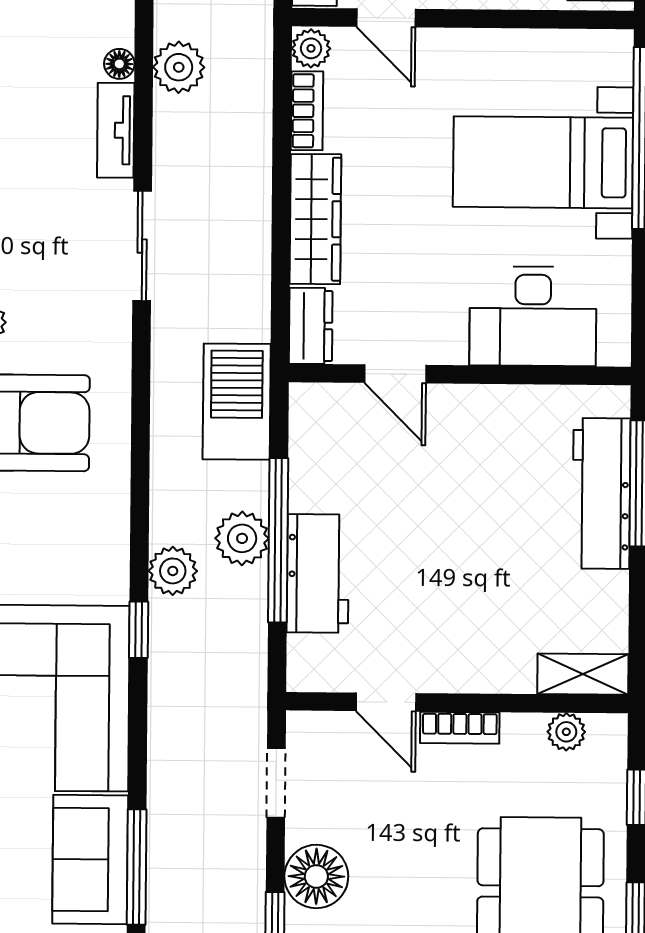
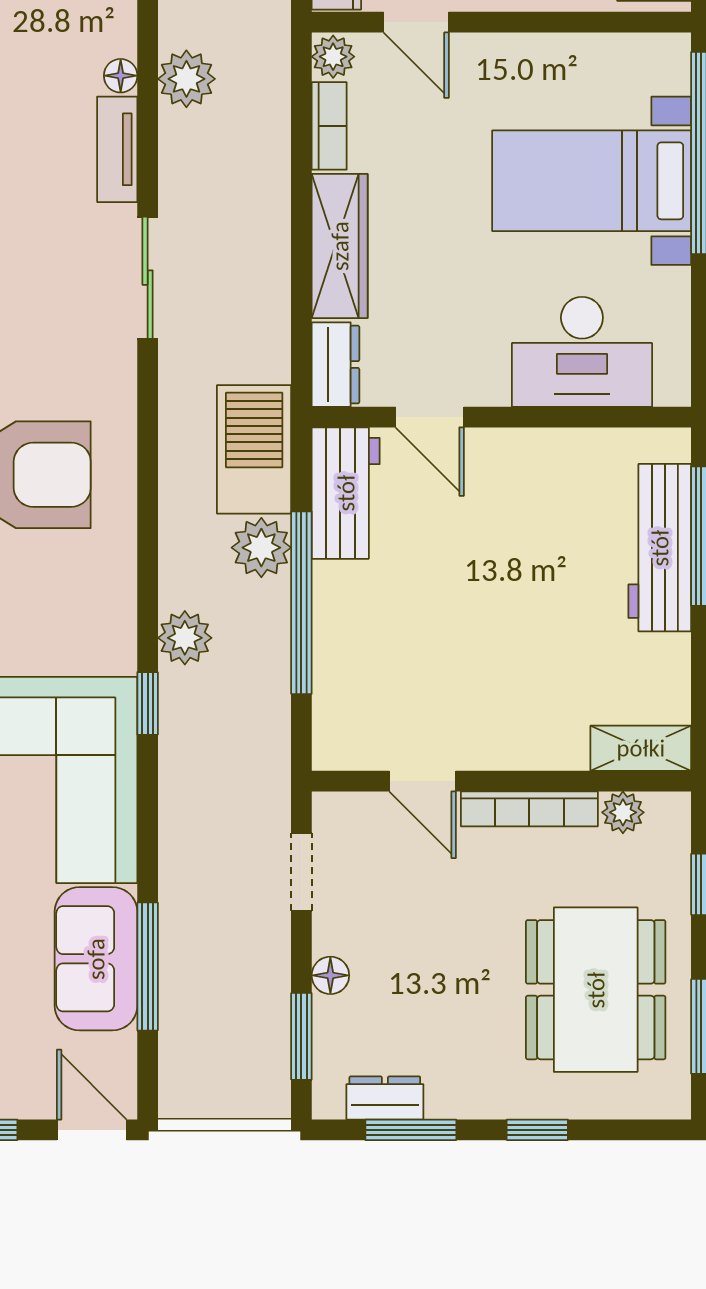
plant: (242, 538) -> (261, 548), moved
workbench: (318, 573) -> (346, 493), moved
bookcase: (460, 728) -> (529, 809), width x1.56
floor lamp: (316, 876) -> (330, 975), width x0.53, depth x0.53

